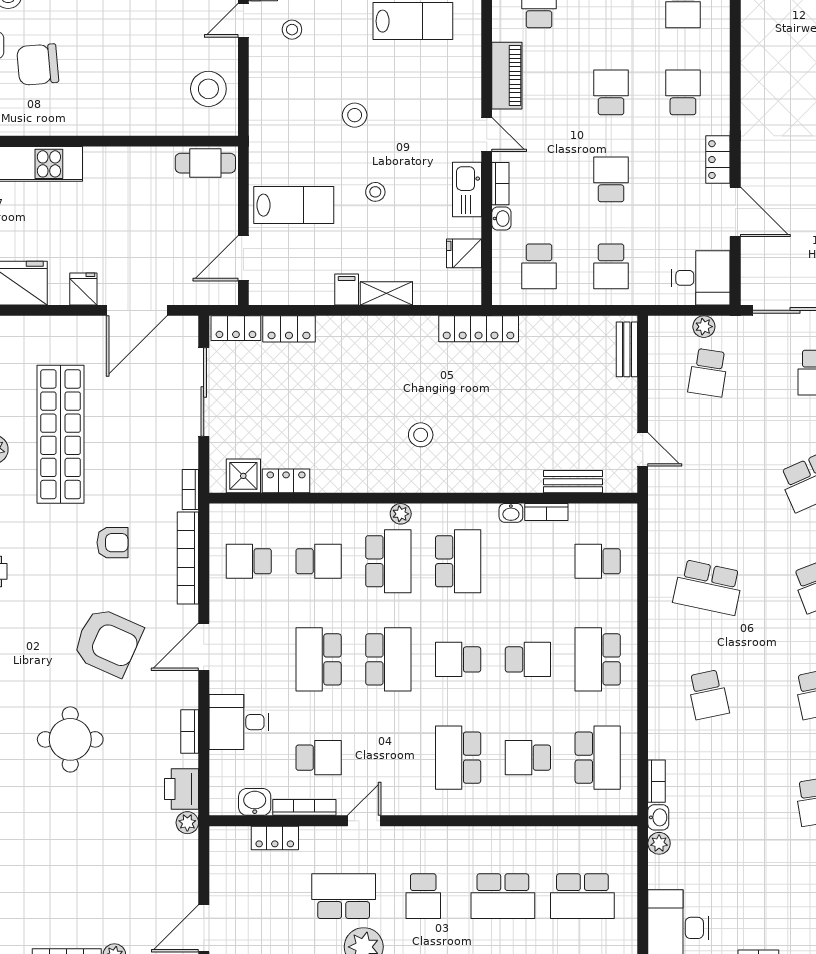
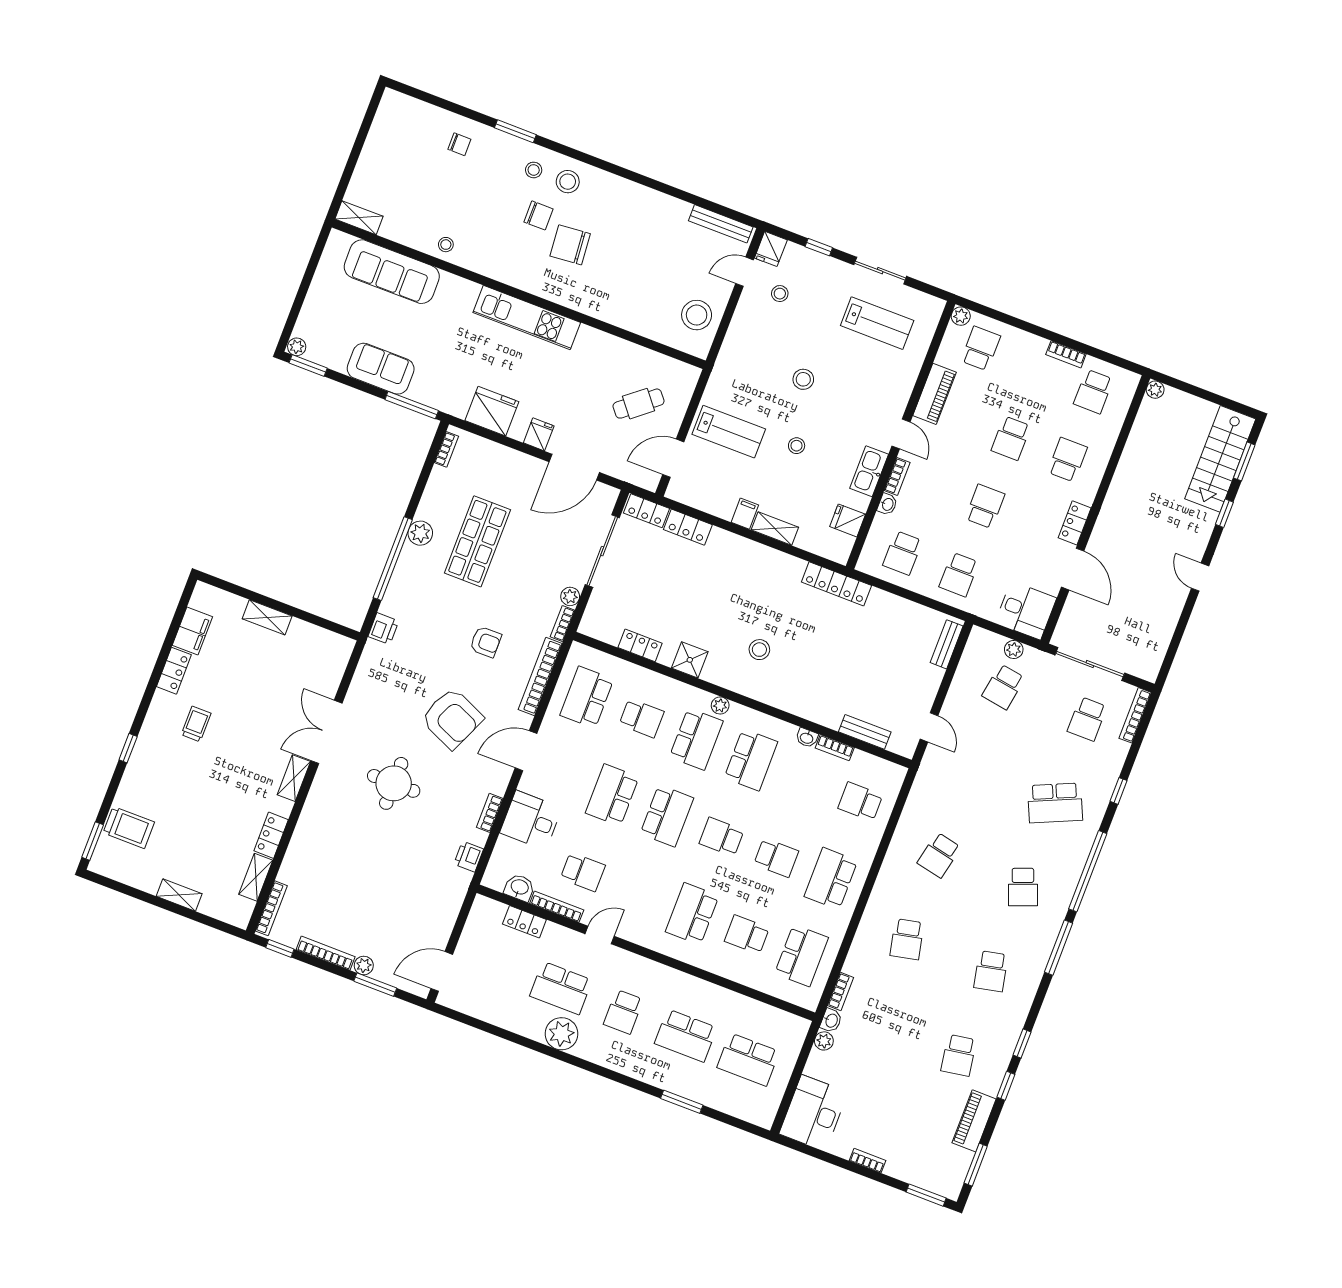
school desk: (611, 92) -> (1011, 438), turned 180
cafe table: (205, 163) -> (639, 404), moved, turned -39
shop shelf: (61, 434) -> (477, 541), width x0.71
shower: (243, 476) -> (690, 660), moved
school desk: (249, 561) -> (587, 697), width x1.85
school desk: (708, 587) -> (939, 855), width x0.54
printer: (182, 789) -> (469, 857), width x0.73, depth x0.81
plant: (187, 823) -> (570, 596), moved
school desk: (344, 896) -> (561, 988), turned 180

